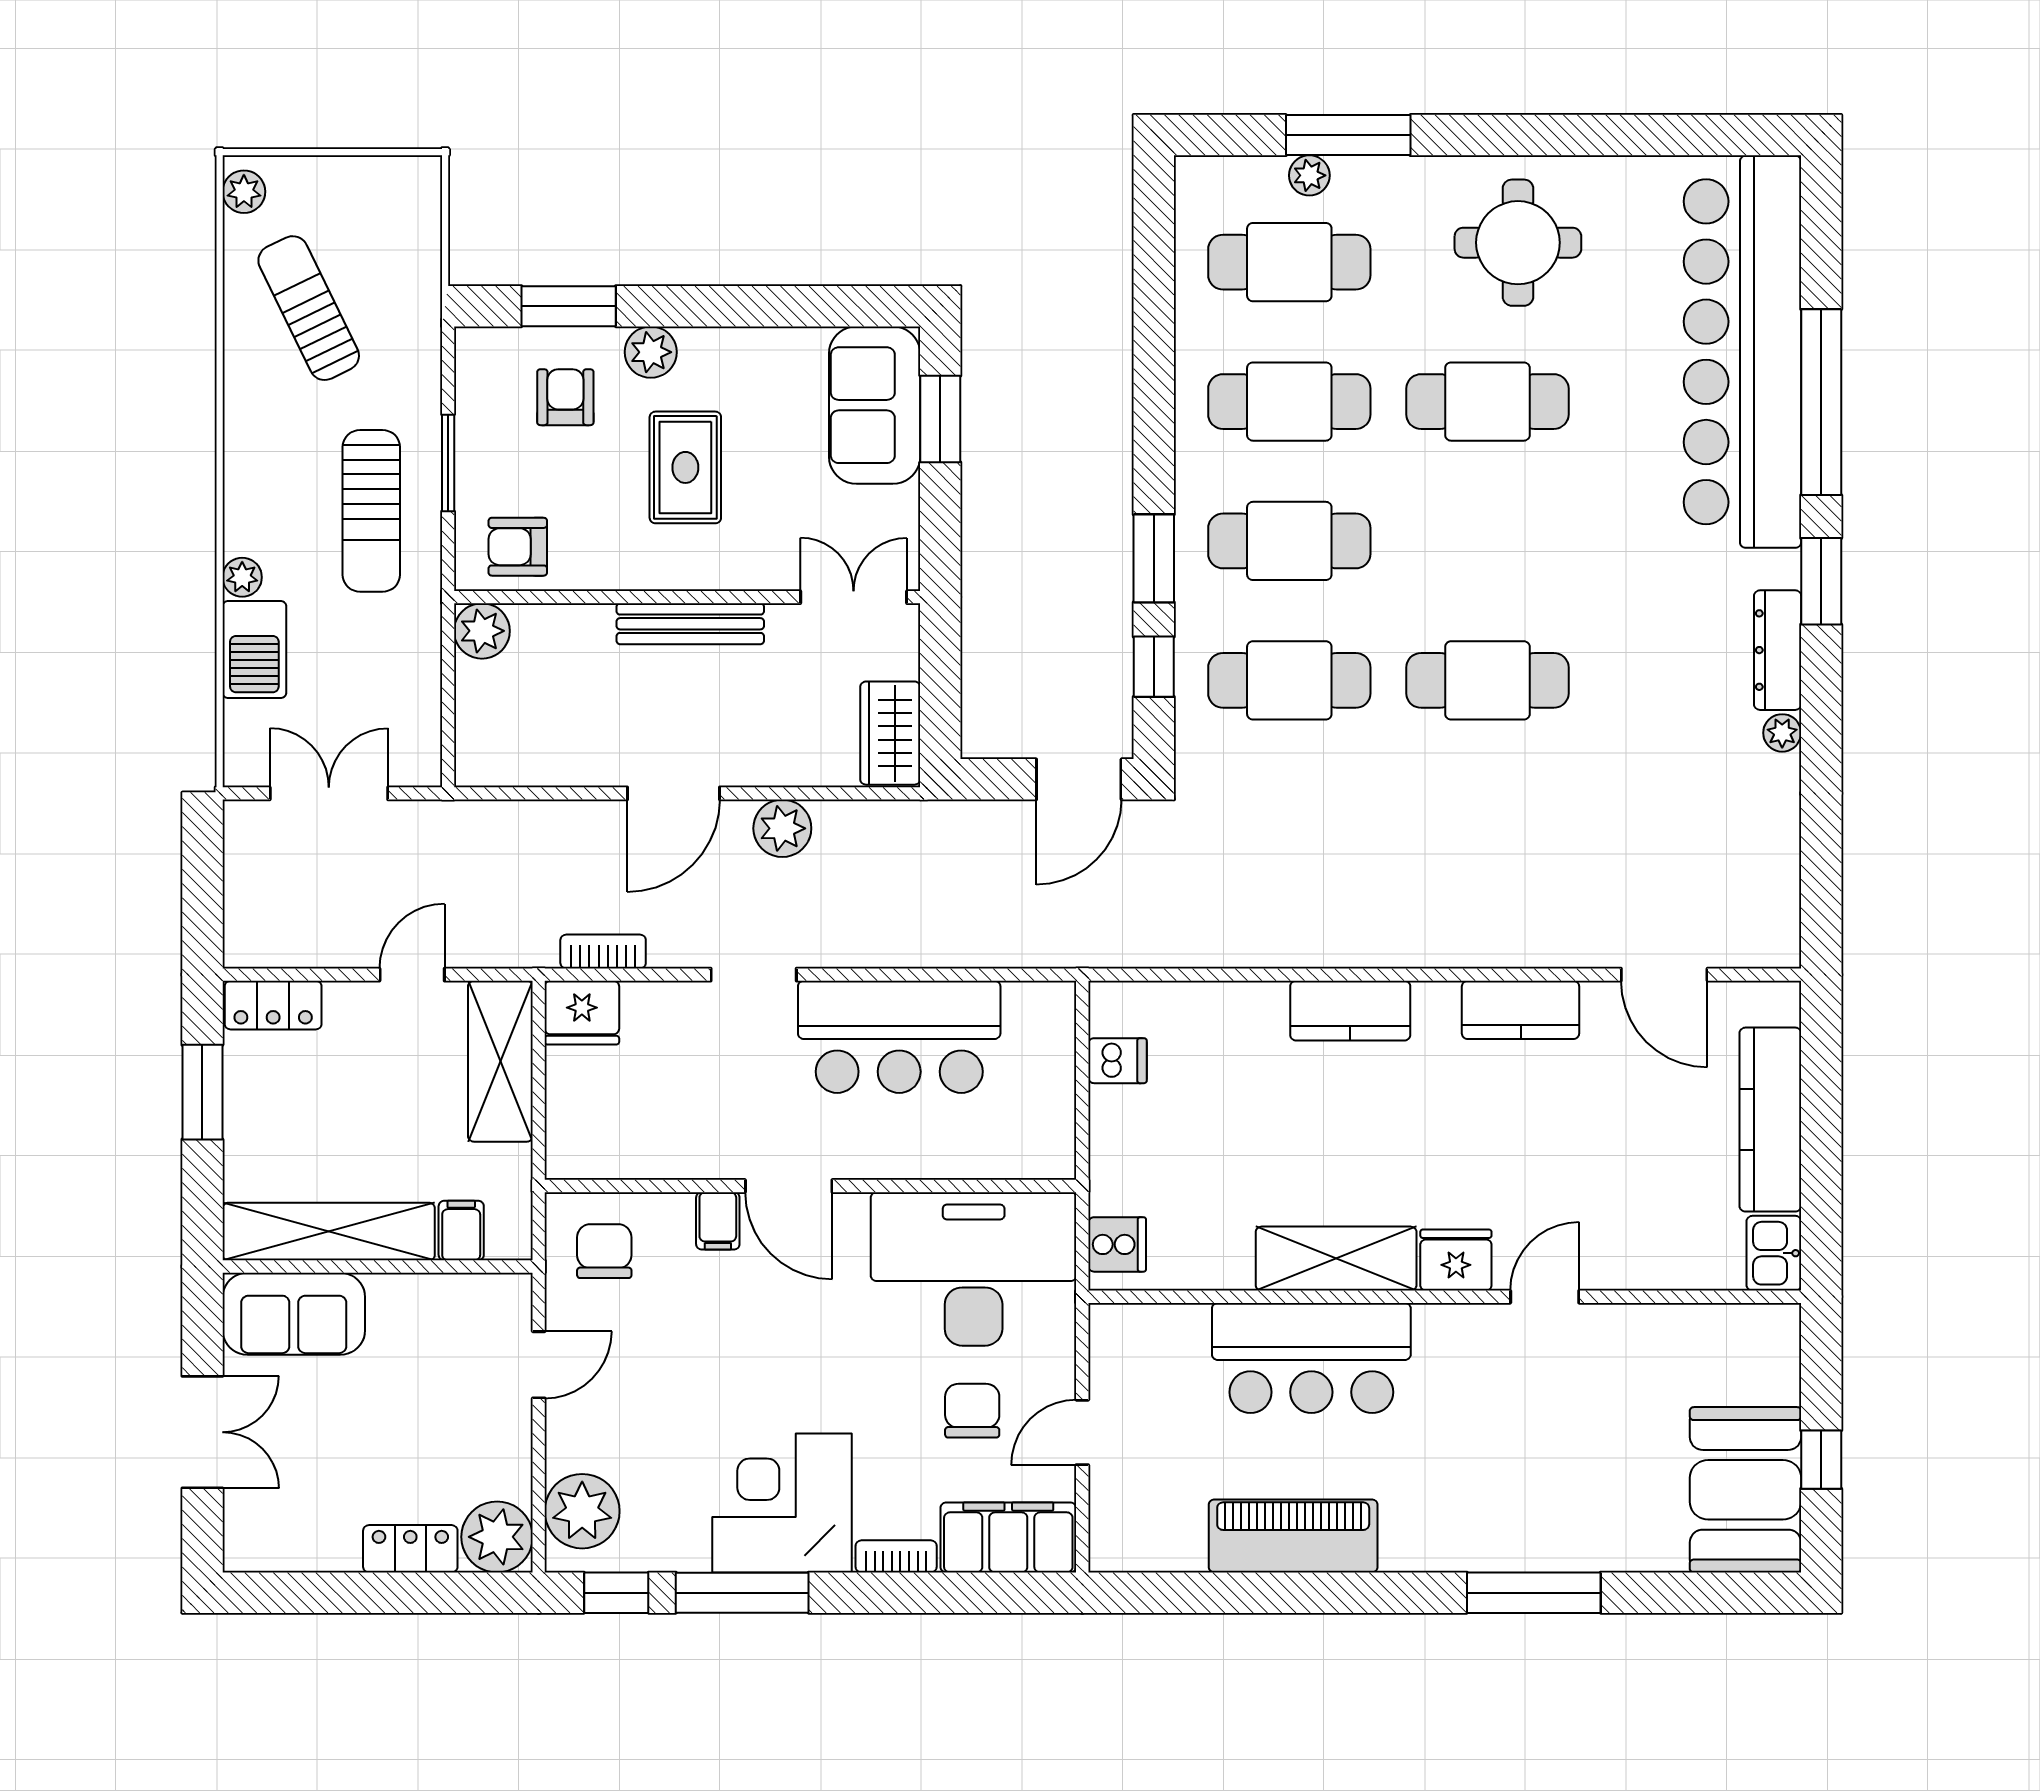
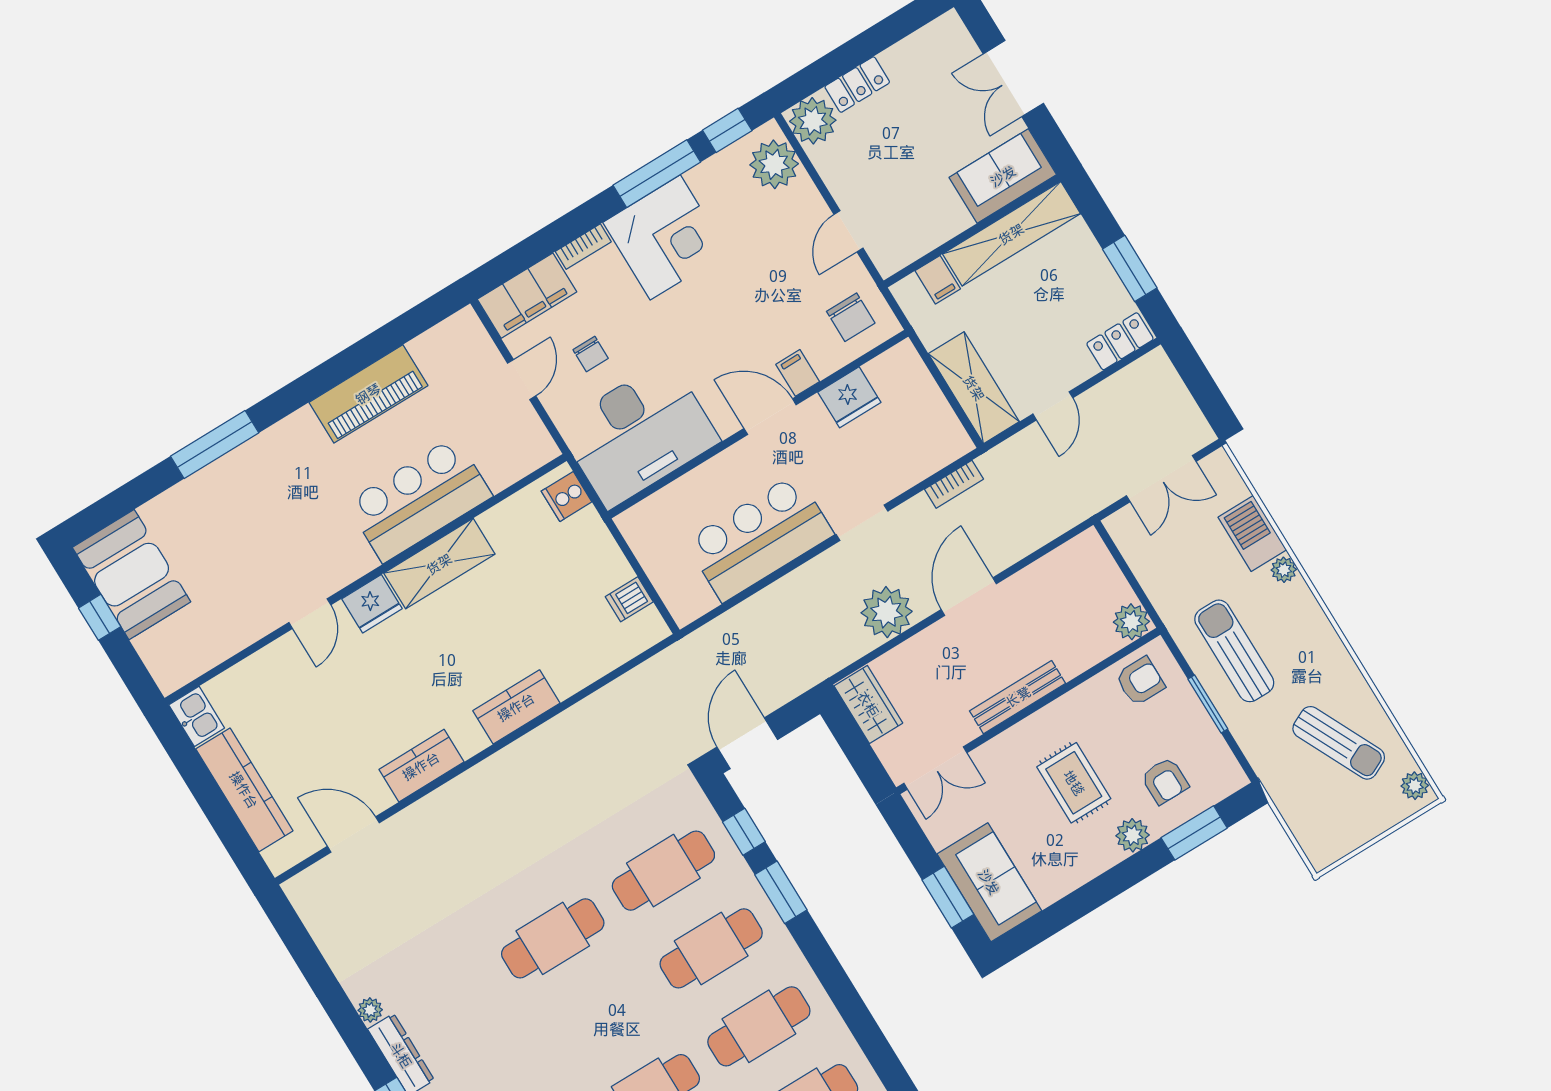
plant: (782, 828) -> (887, 612), width x1.36, depth x1.36
fridge: (582, 1013) -> (849, 397), moved, turned 180
chair: (972, 1411) -> (591, 354), width x0.73, depth x0.73

